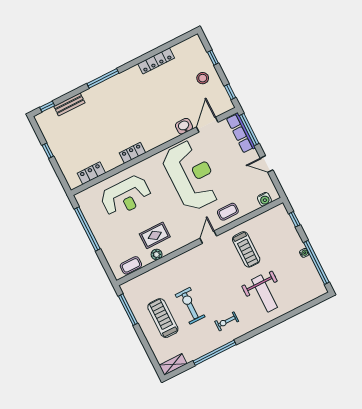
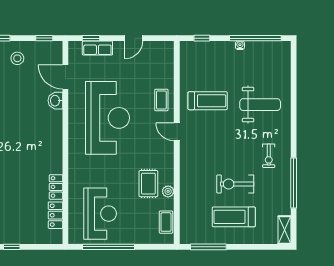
window: (249, 129) -> (91, 38), width x0.46
row of seats: (241, 133) -> (97, 48), width x0.68
locker: (132, 153) -> (56, 187), moved
reception desk: (191, 175) -> (107, 118), turned 90
reception desk: (126, 196) -> (100, 214), moved
water cooler: (264, 199) -> (167, 58), removed

